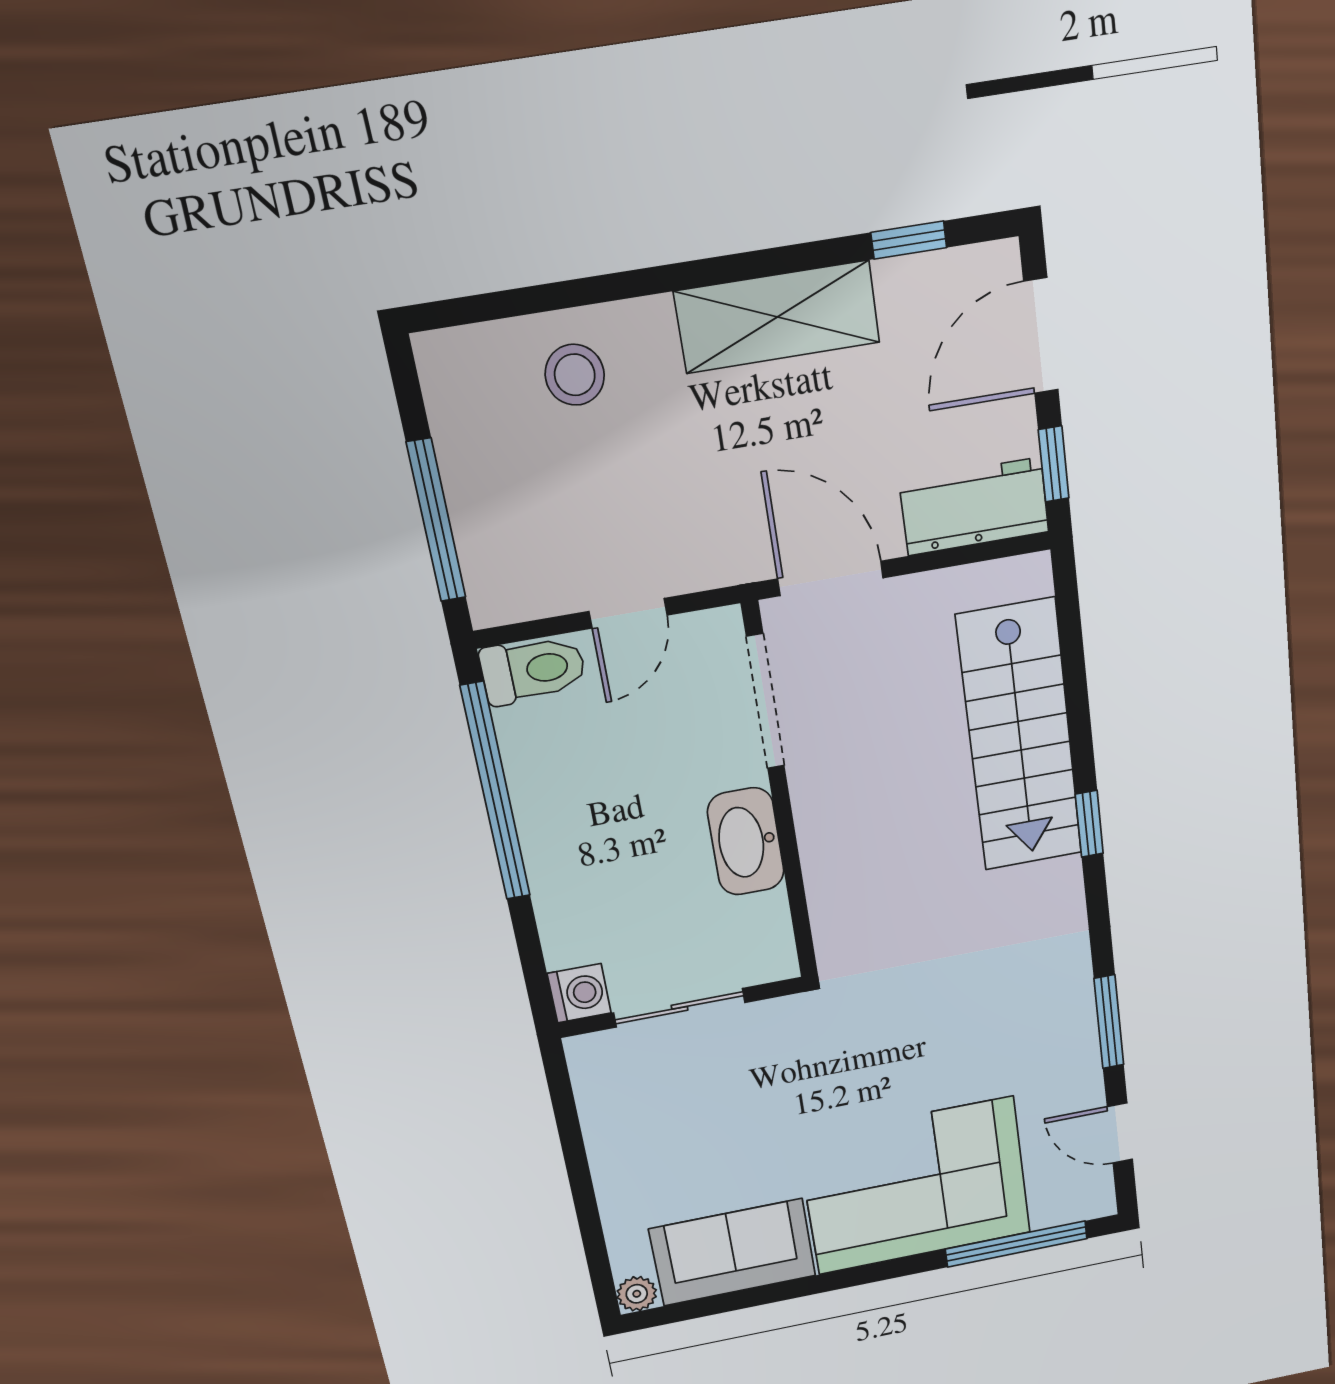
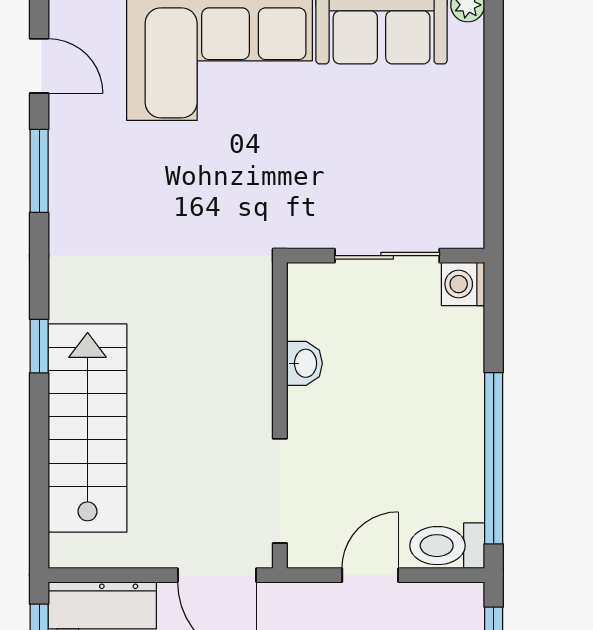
washbasin: (746, 842) -> (304, 363), width x0.52, depth x0.69

